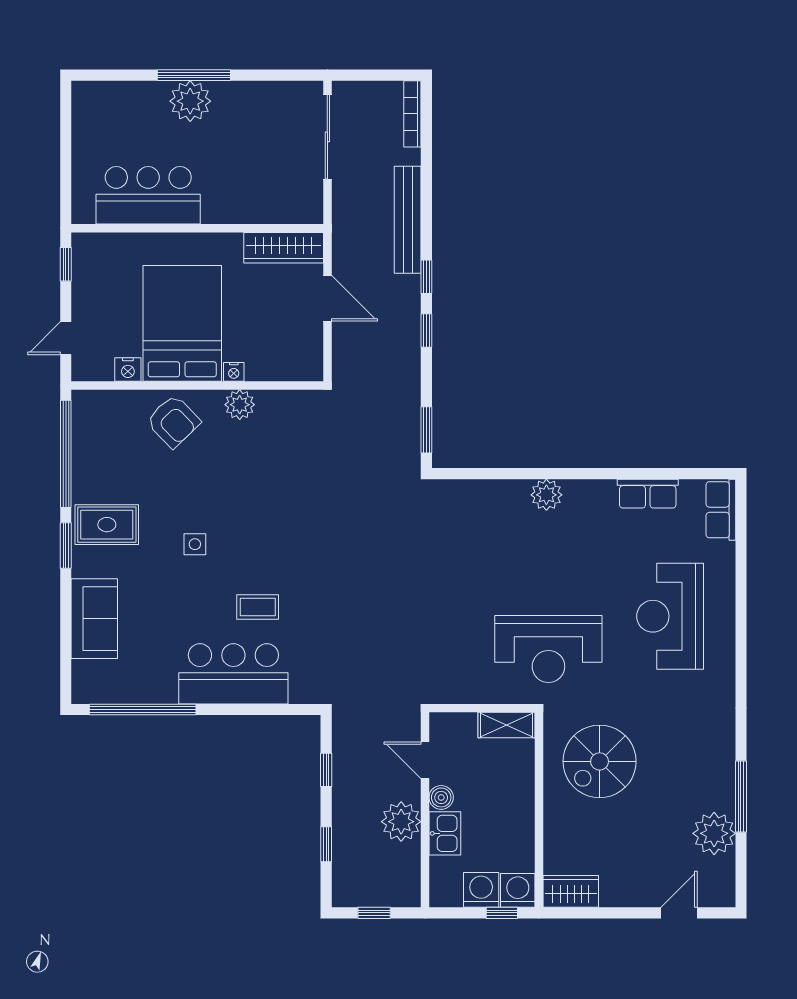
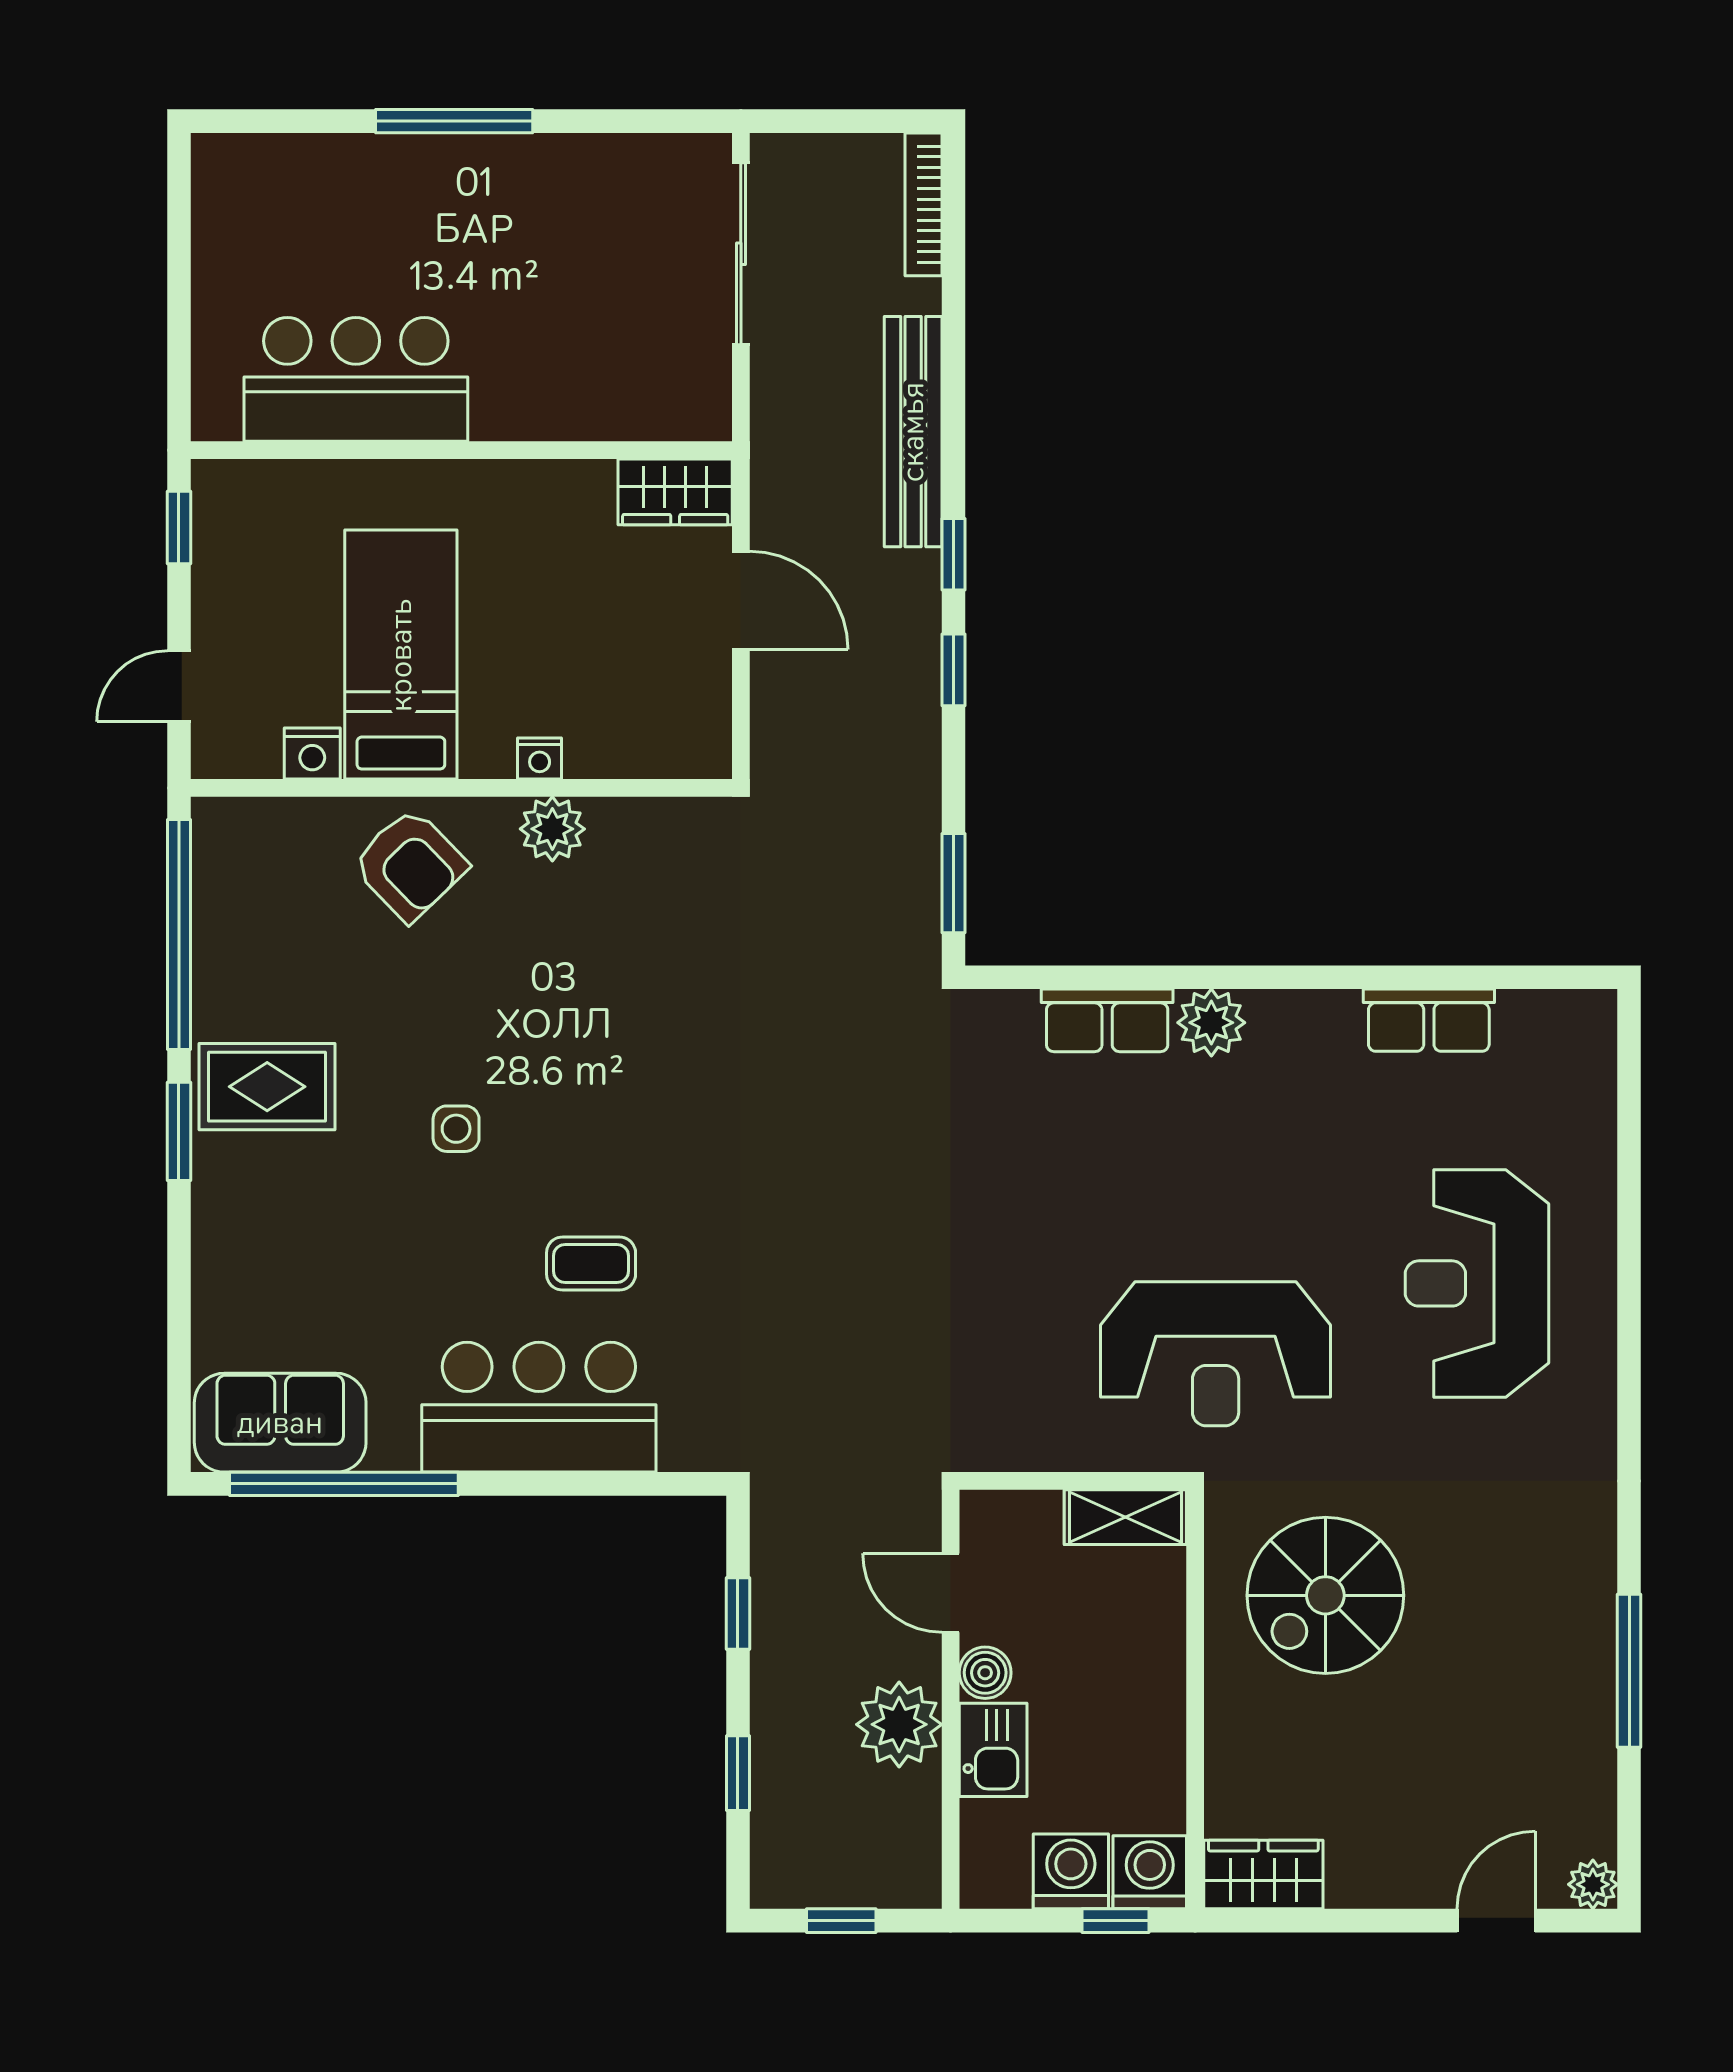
plant: (190, 101) -> (446, 177), removed
wardrobe: (284, 248) -> (675, 492), width x0.67
bed: (182, 323) -> (401, 655), width x0.67
row of seats: (721, 510) -> (1107, 1020), moved, turned -90
sofa: (94, 619) -> (280, 1423), moved, turned -90
plant: (714, 833) -> (1593, 1884), moved, width x0.53, depth x0.53

